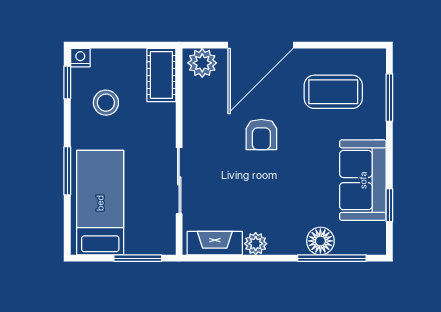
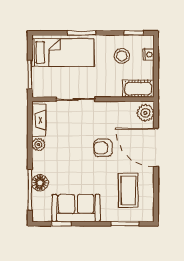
nightstand: (80, 58) -> (149, 55), moved

